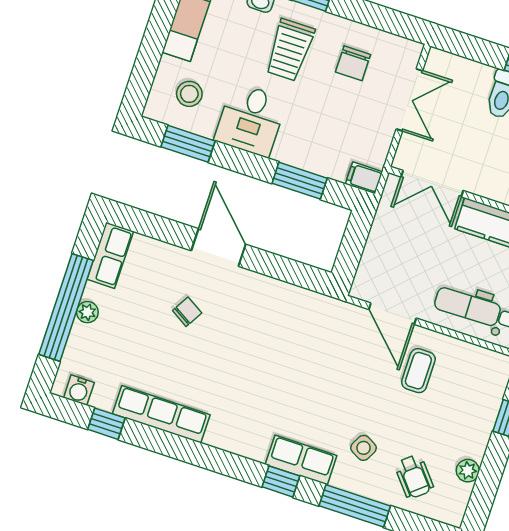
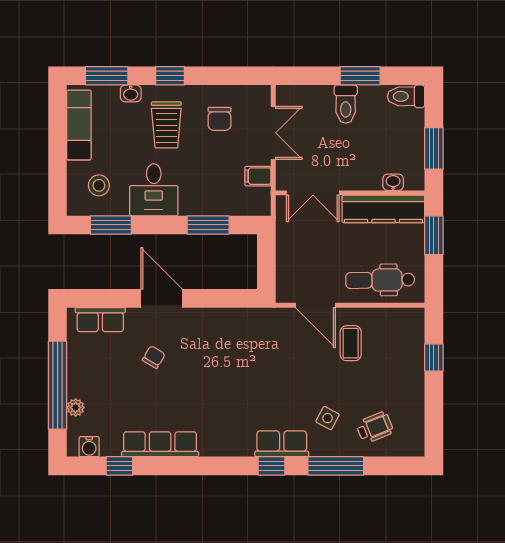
filing cabinet: (364, 178) -> (258, 176), moved
row of seats: (110, 255) -> (100, 320), moved, turned 90
plant: (87, 312) -> (76, 407), moved
plant: (468, 471) -> (415, 409), removed
wheelchair: (414, 477) -> (375, 428), turned -72

